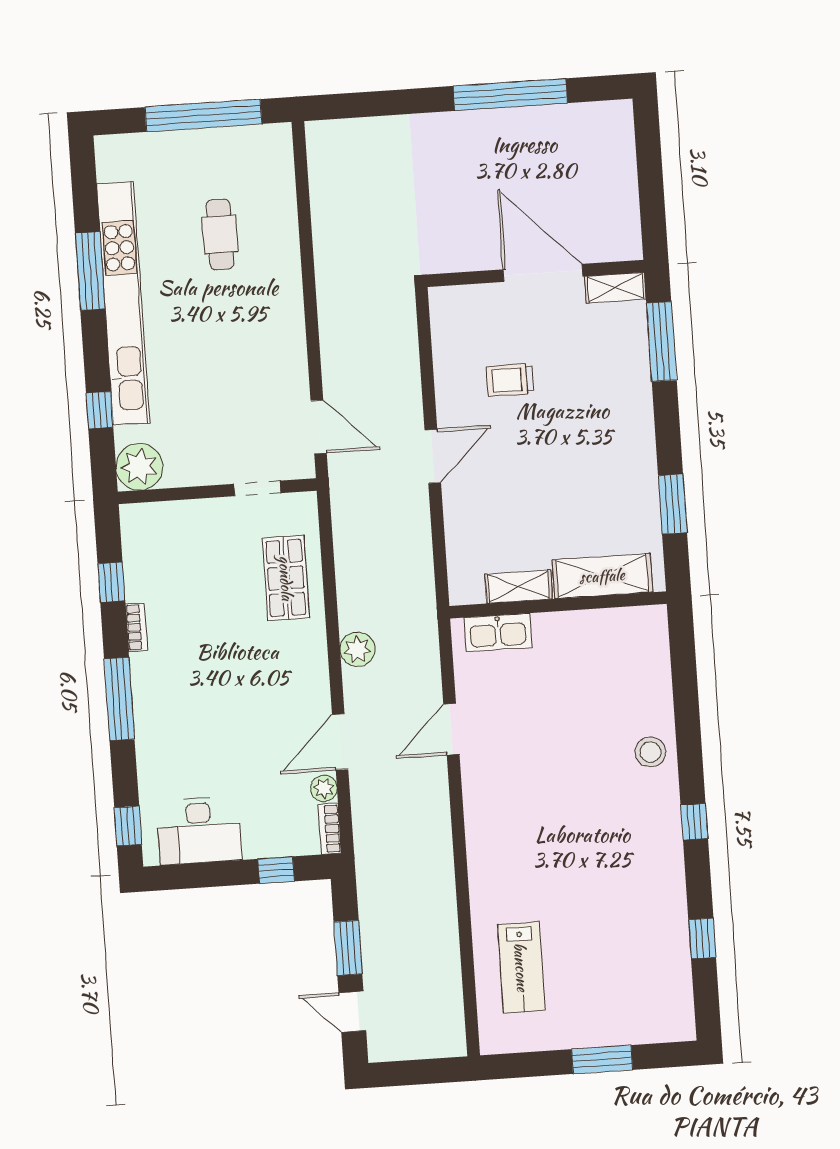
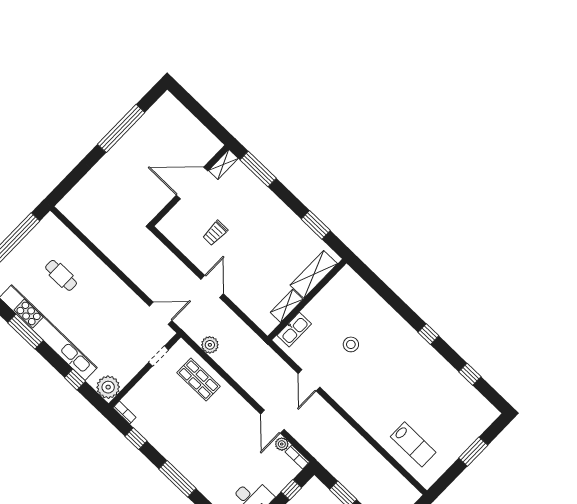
bookcase: (136, 627) -> (125, 412), moved
plant: (357, 649) -> (210, 345), moved
stool: (650, 752) -> (351, 344), moved

